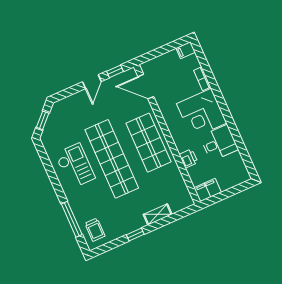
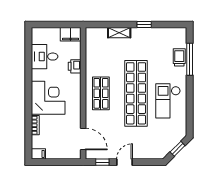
shop shelf: (148, 143) -> (101, 93), width x0.70, depth x0.74
desk: (219, 143) -> (45, 57), moved
trolley: (95, 230) -> (179, 57), moved

